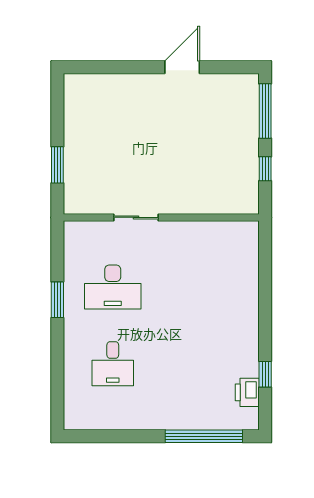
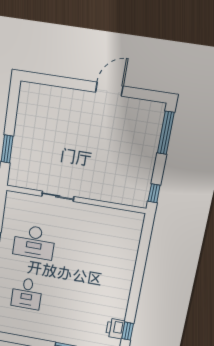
window: (265, 169) -> (154, 193), moved
window: (265, 374) -> (127, 331), moved

